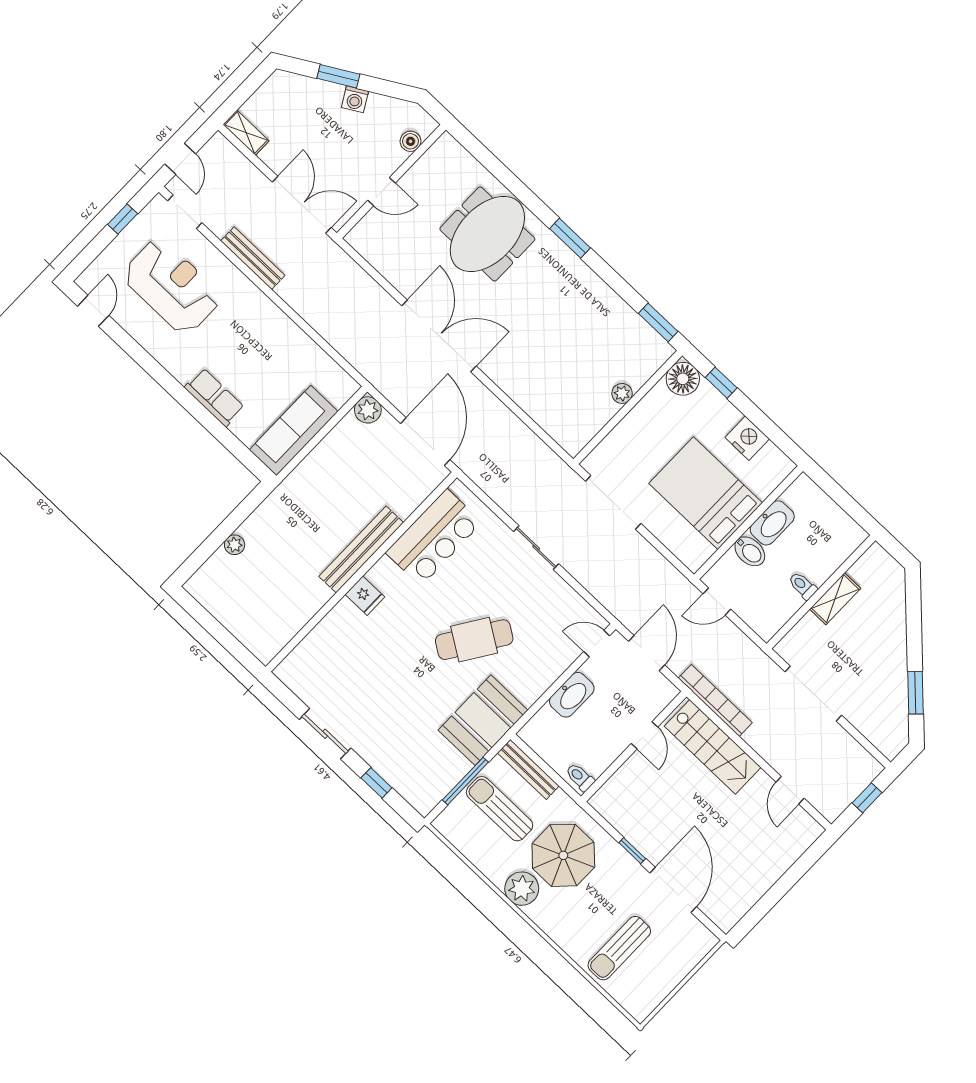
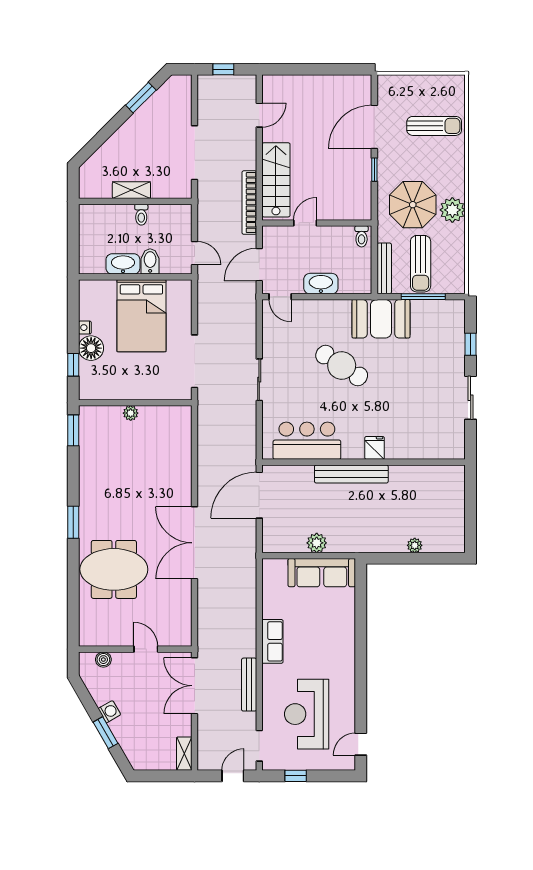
floor lamp: (683, 379) -> (91, 348), moved
row of seats: (214, 397) -> (272, 641), moved, turned 180
plant: (368, 410) -> (317, 543), moved
nightstand: (747, 438) -> (85, 328), width x0.53, depth x0.56

